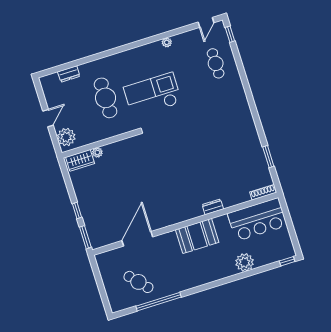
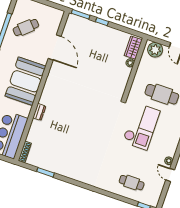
door: (206, 22) -> (170, 175), moved
booth: (197, 236) -> (25, 81), width x1.36, depth x1.42

